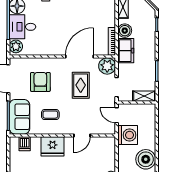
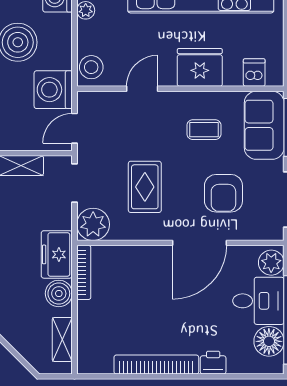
door: (79, 56) -> (200, 243), moved
door: (117, 115) -> (75, 128), swing flipped
stool: (108, 147) -> (91, 67), added

